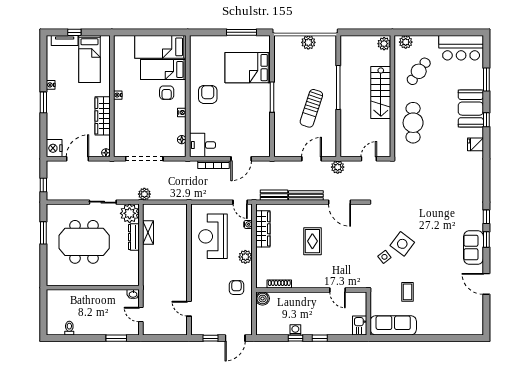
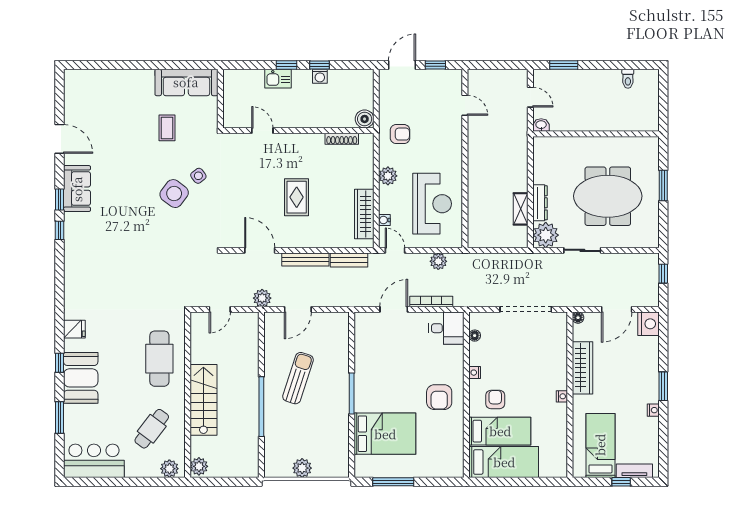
plant: (144, 194) -> (438, 261), moved
window: (43, 233) -> (663, 186), moved
armchair: (237, 288) -> (400, 134), turned -90
kitchen sink: (360, 325) -> (278, 79), moved, turned 90

